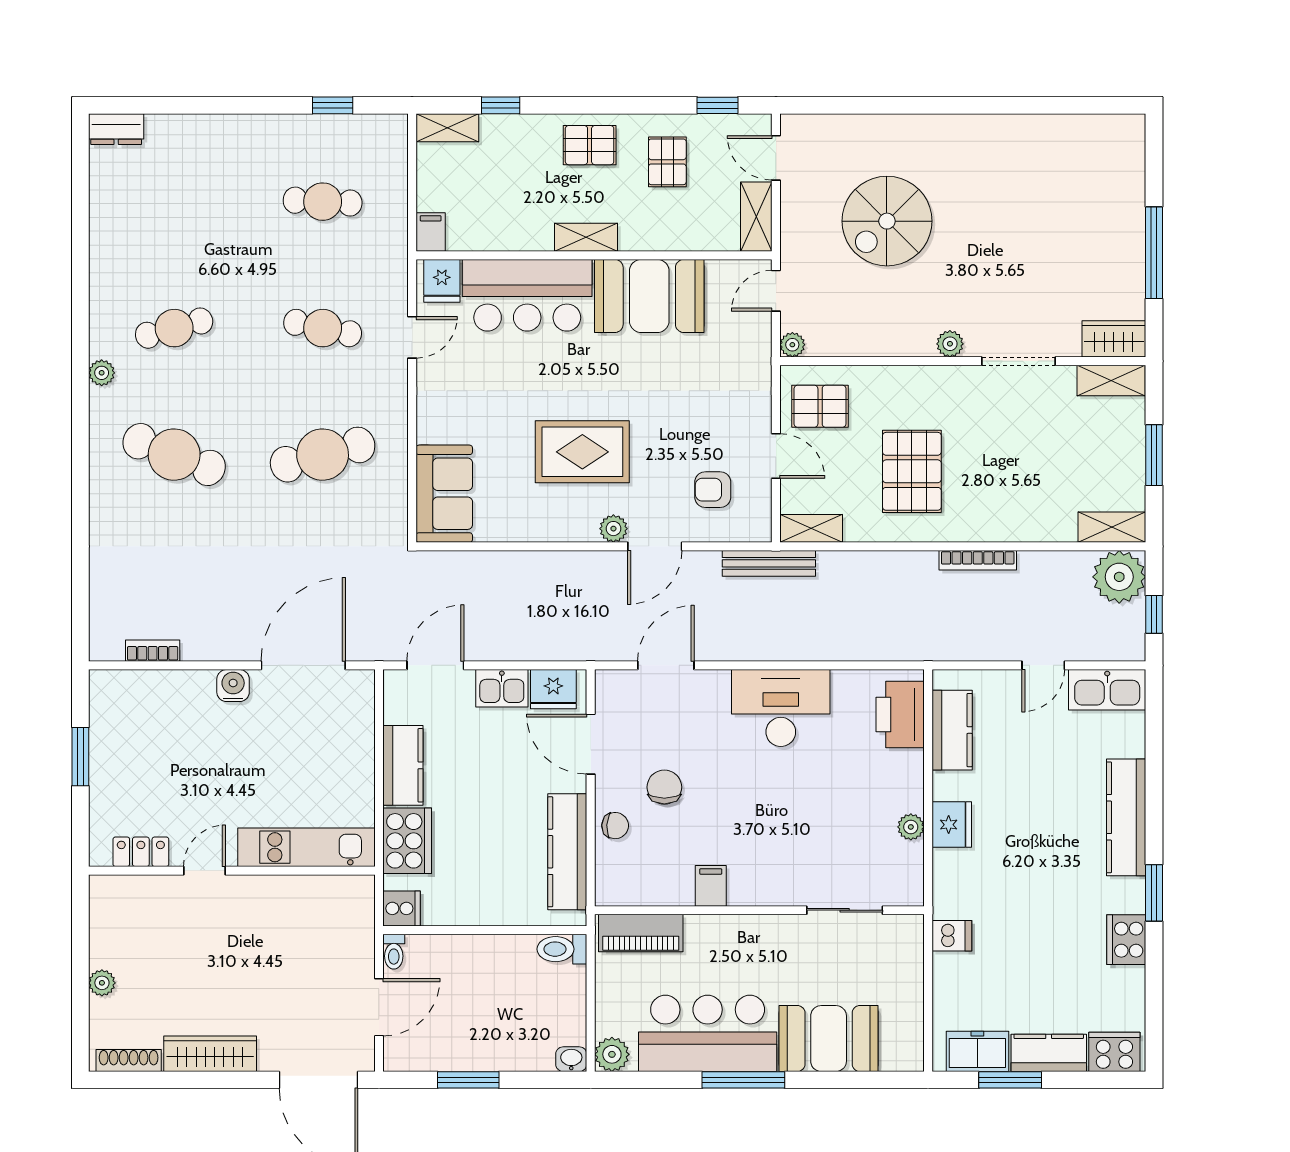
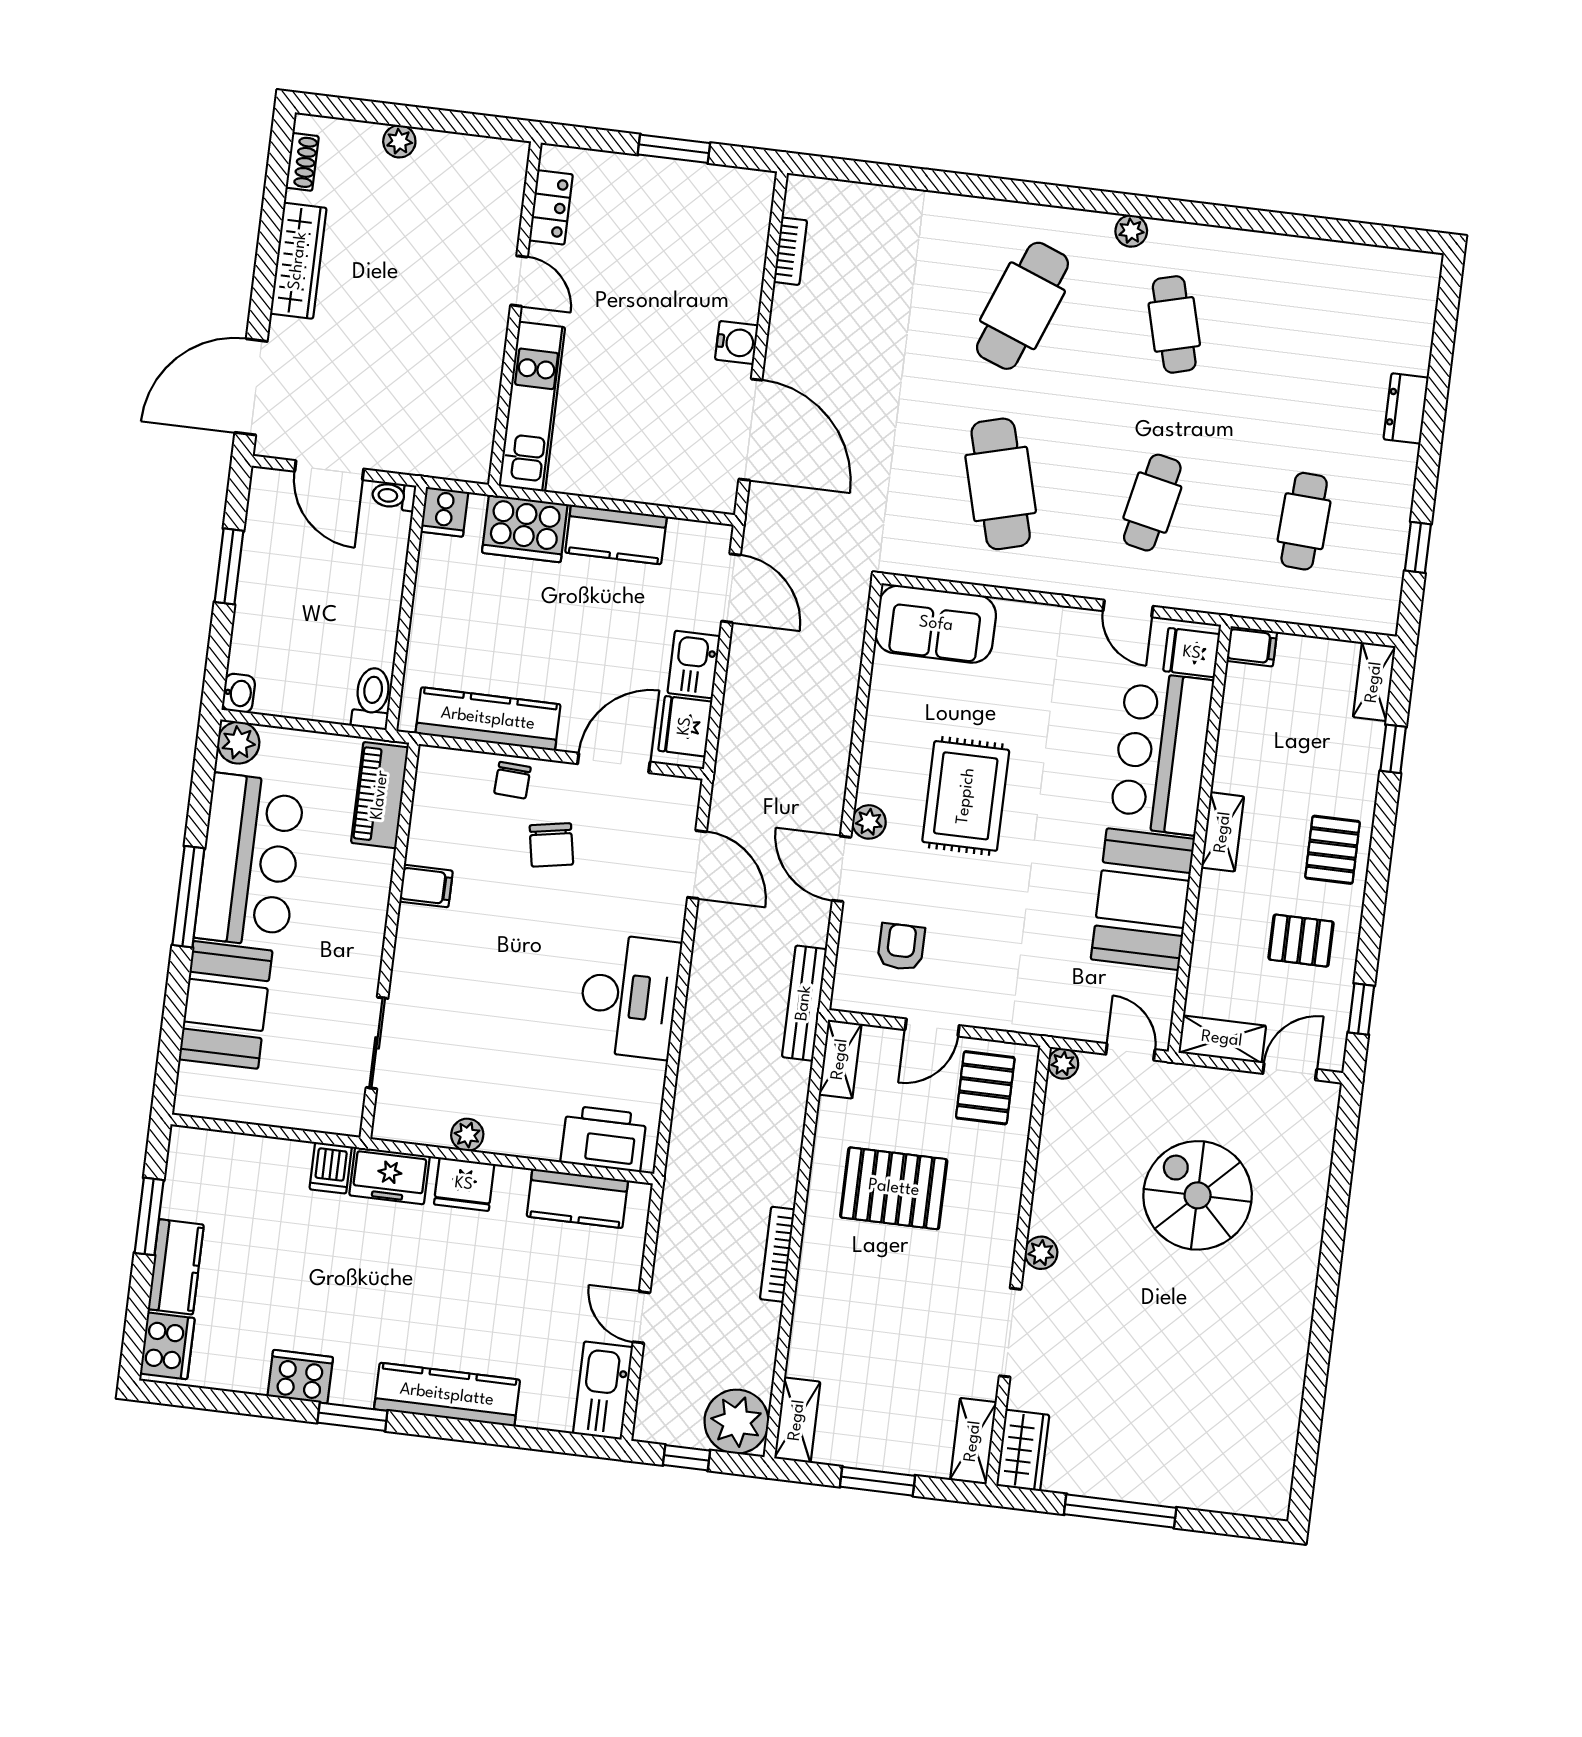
dresser: (116, 129) -> (1406, 408), moved
chair: (664, 787) -> (551, 845), turned 80
freezer: (977, 1051) -> (389, 1176), moved, turned 90
shoe rack: (129, 1061) -> (302, 162), width x0.70

